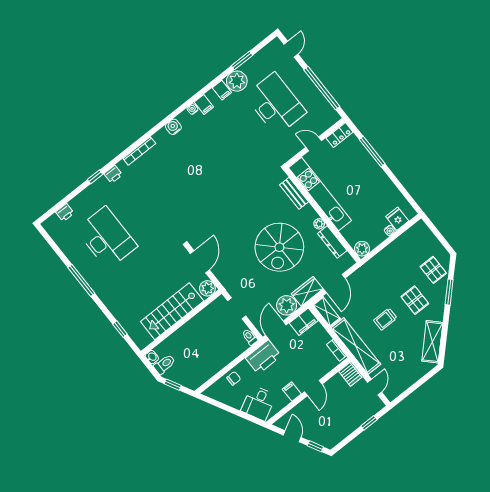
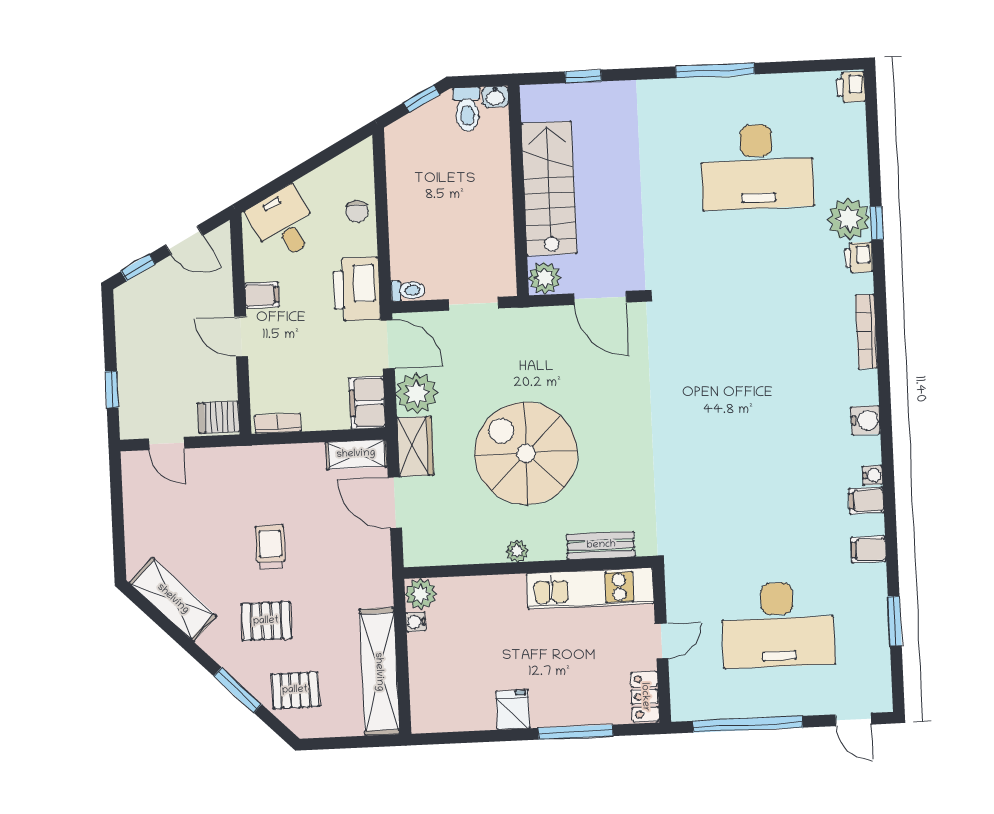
plant: (237, 81) -> (849, 219), moved
kitchen unit: (320, 194) -> (590, 588), width x0.73
printer: (65, 213) -> (851, 87), moved
fridge: (397, 219) -> (513, 710), moved, turned -90
water cooler: (390, 230) -> (416, 622), moved
dresser: (332, 242) -> (469, 551), removed
shelving: (356, 346) -> (379, 672), moved, turned 90

